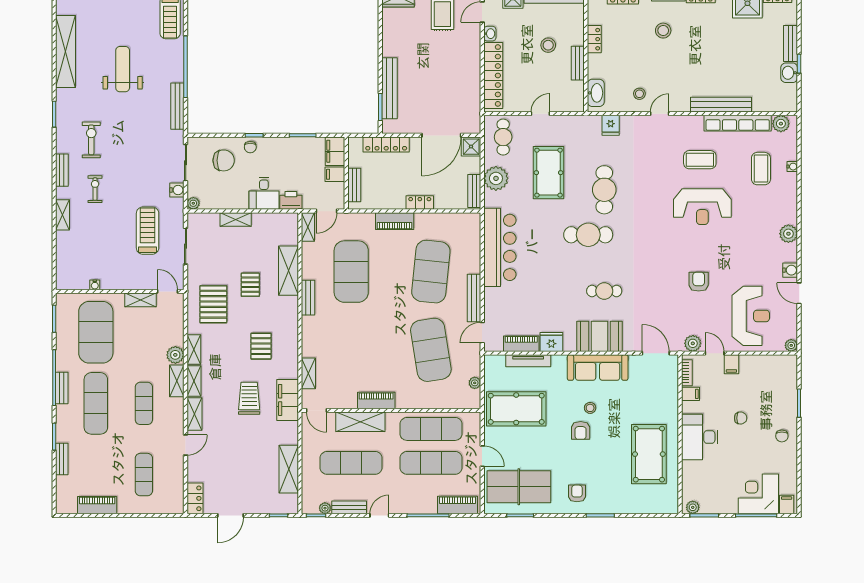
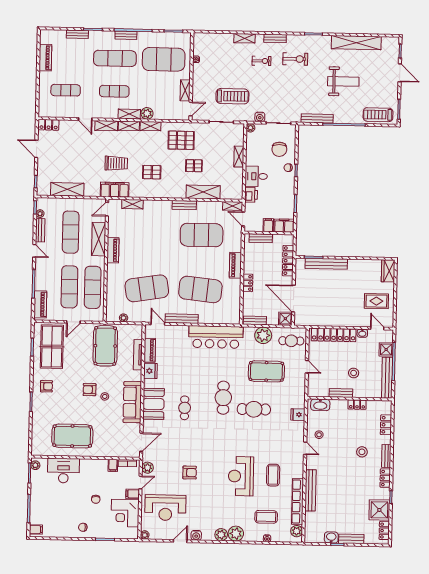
plant: (786, 212) -> (236, 534), added
desk: (700, 437) -> (63, 471), moved
corner desk: (758, 494) -> (125, 513), moved, turned 180

